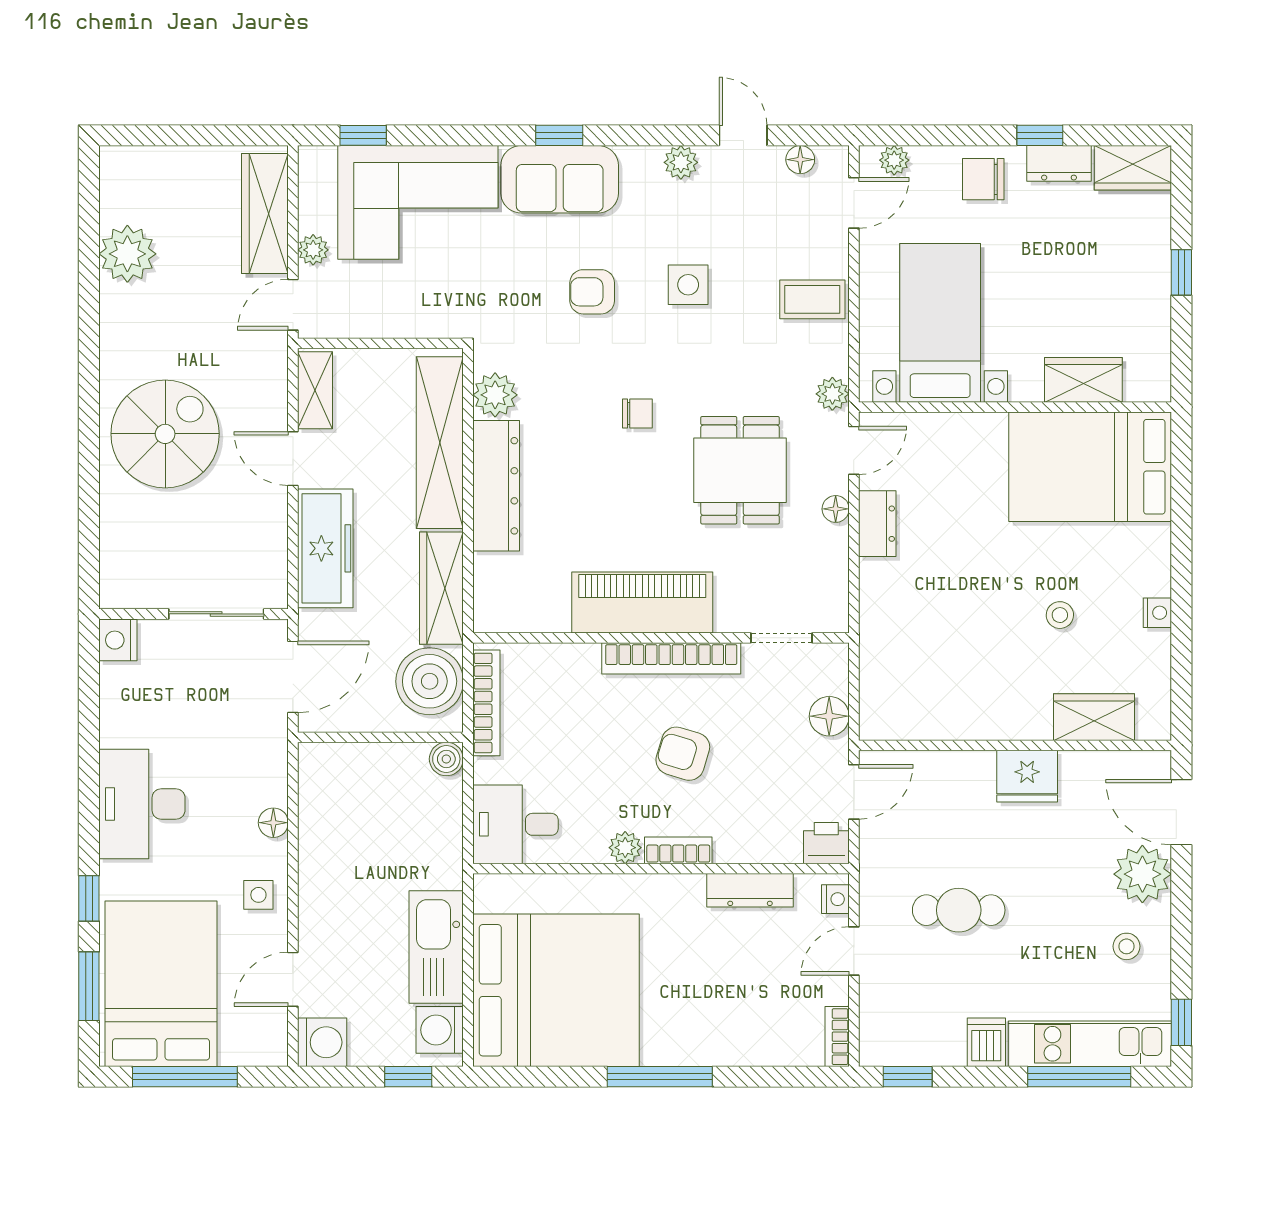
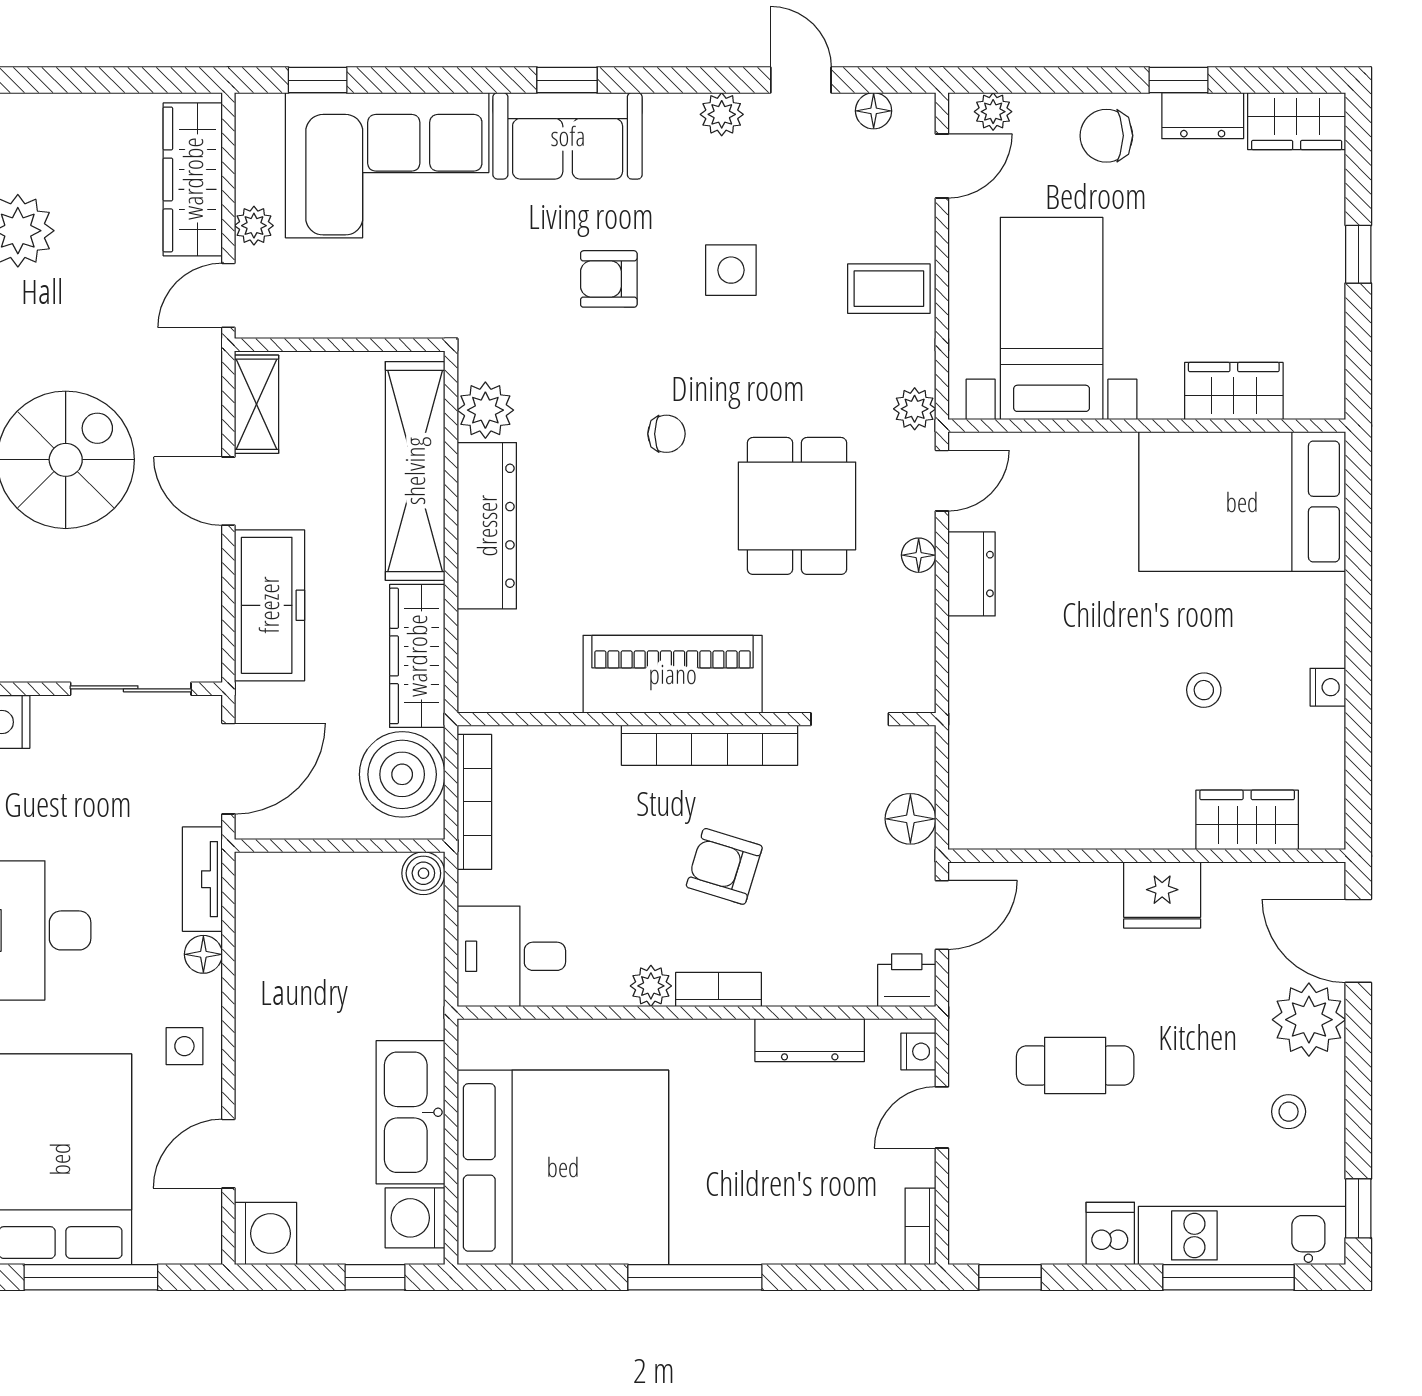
tv unit: (273, 764) -> (202, 879), added

